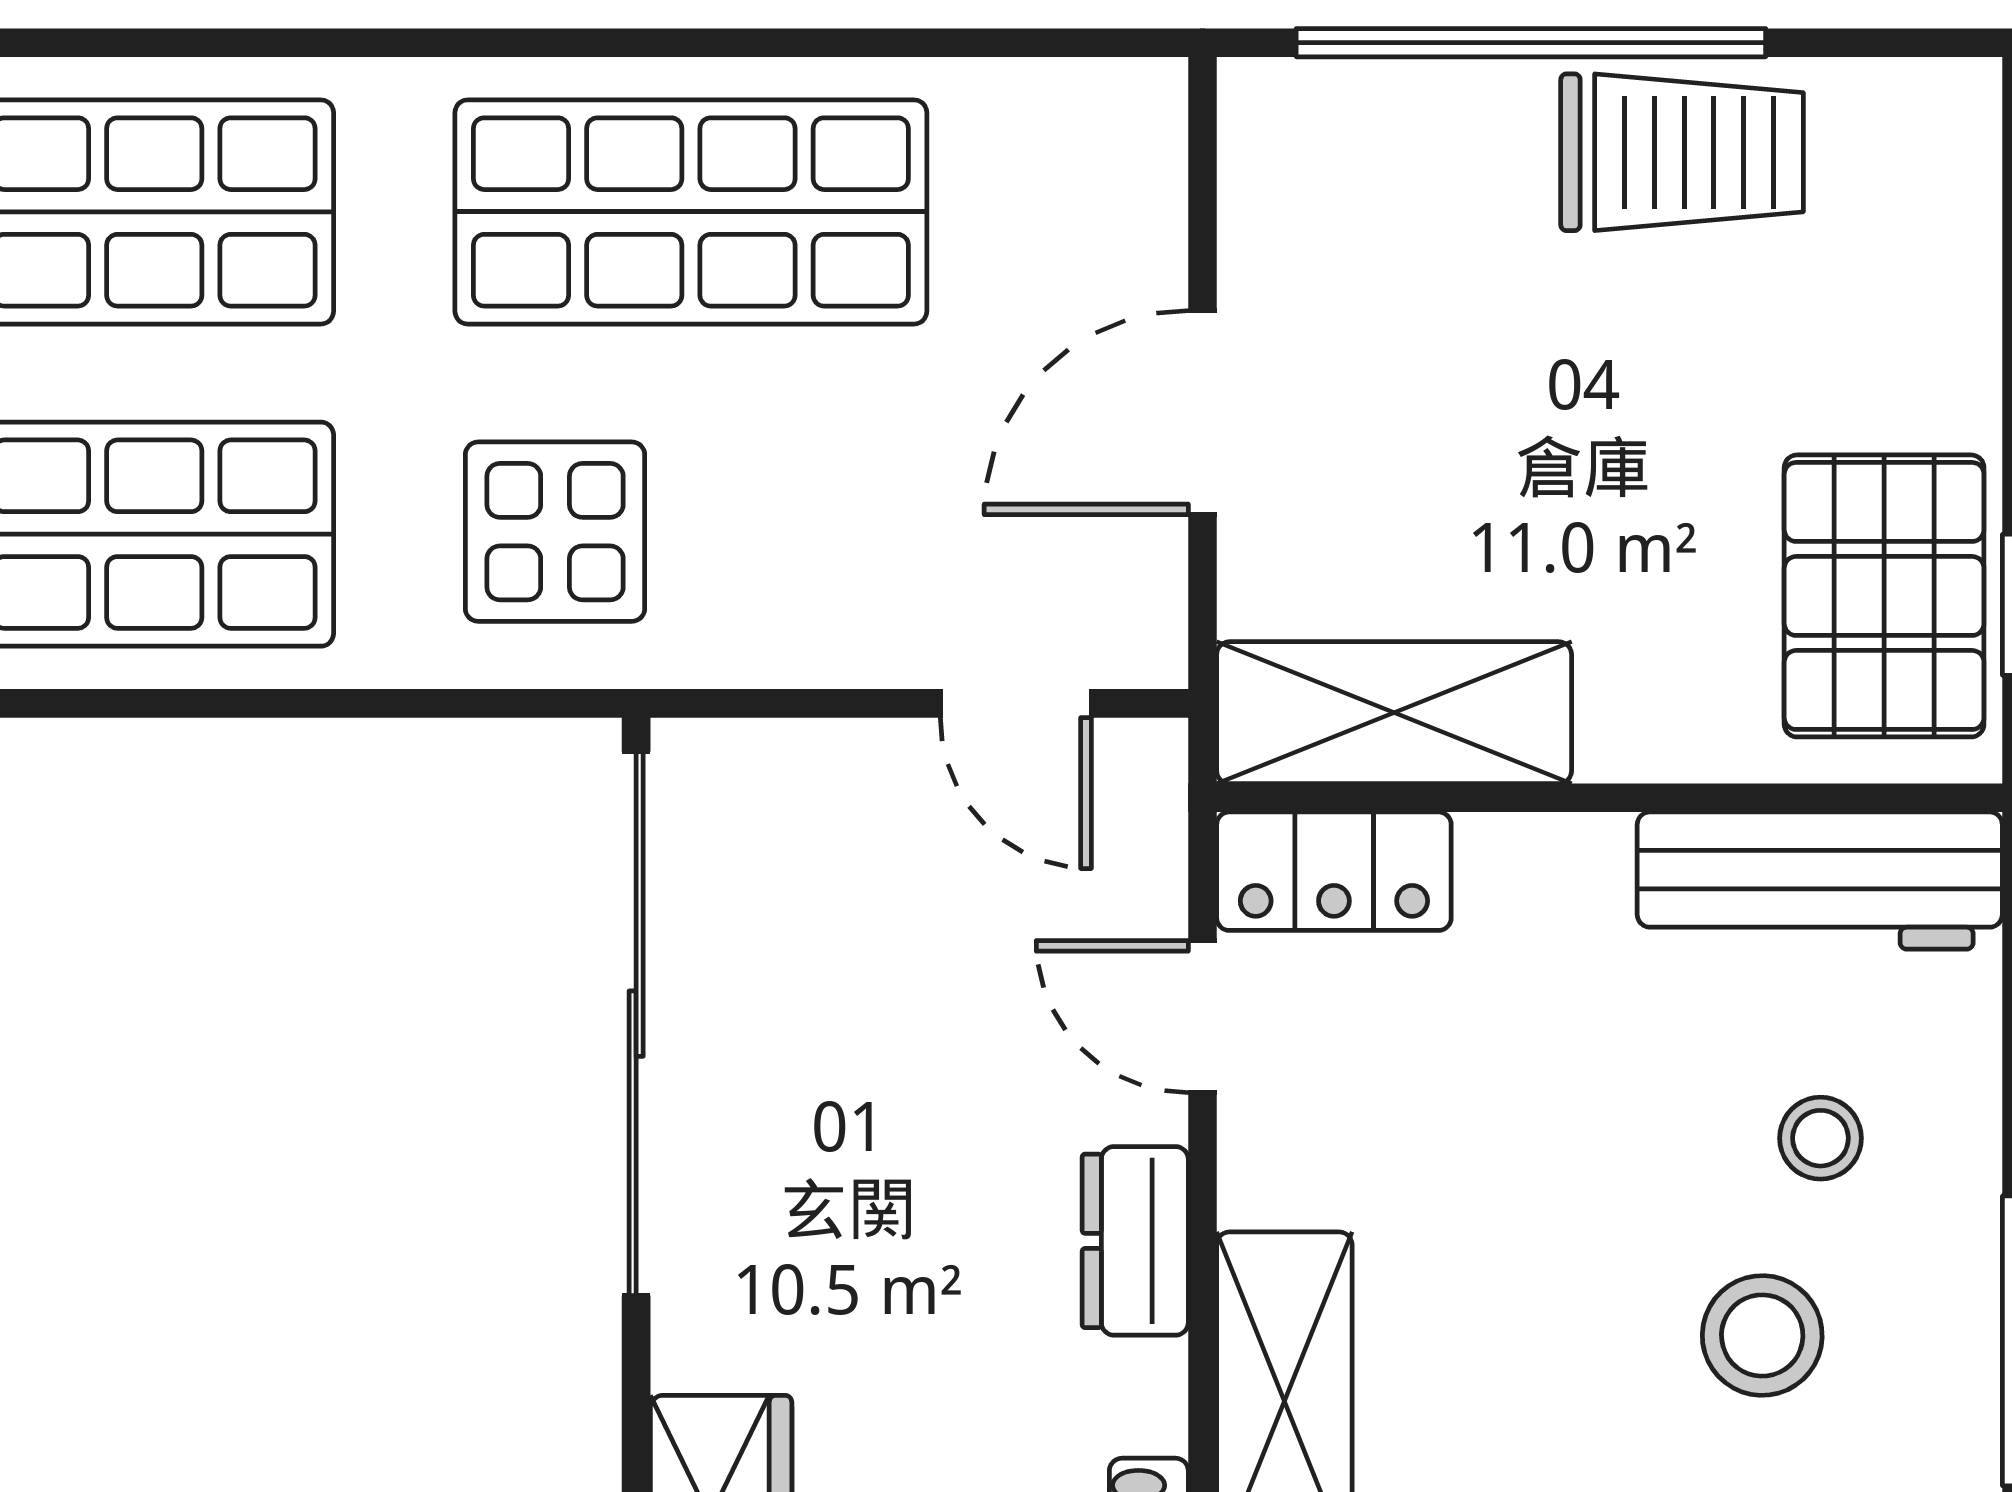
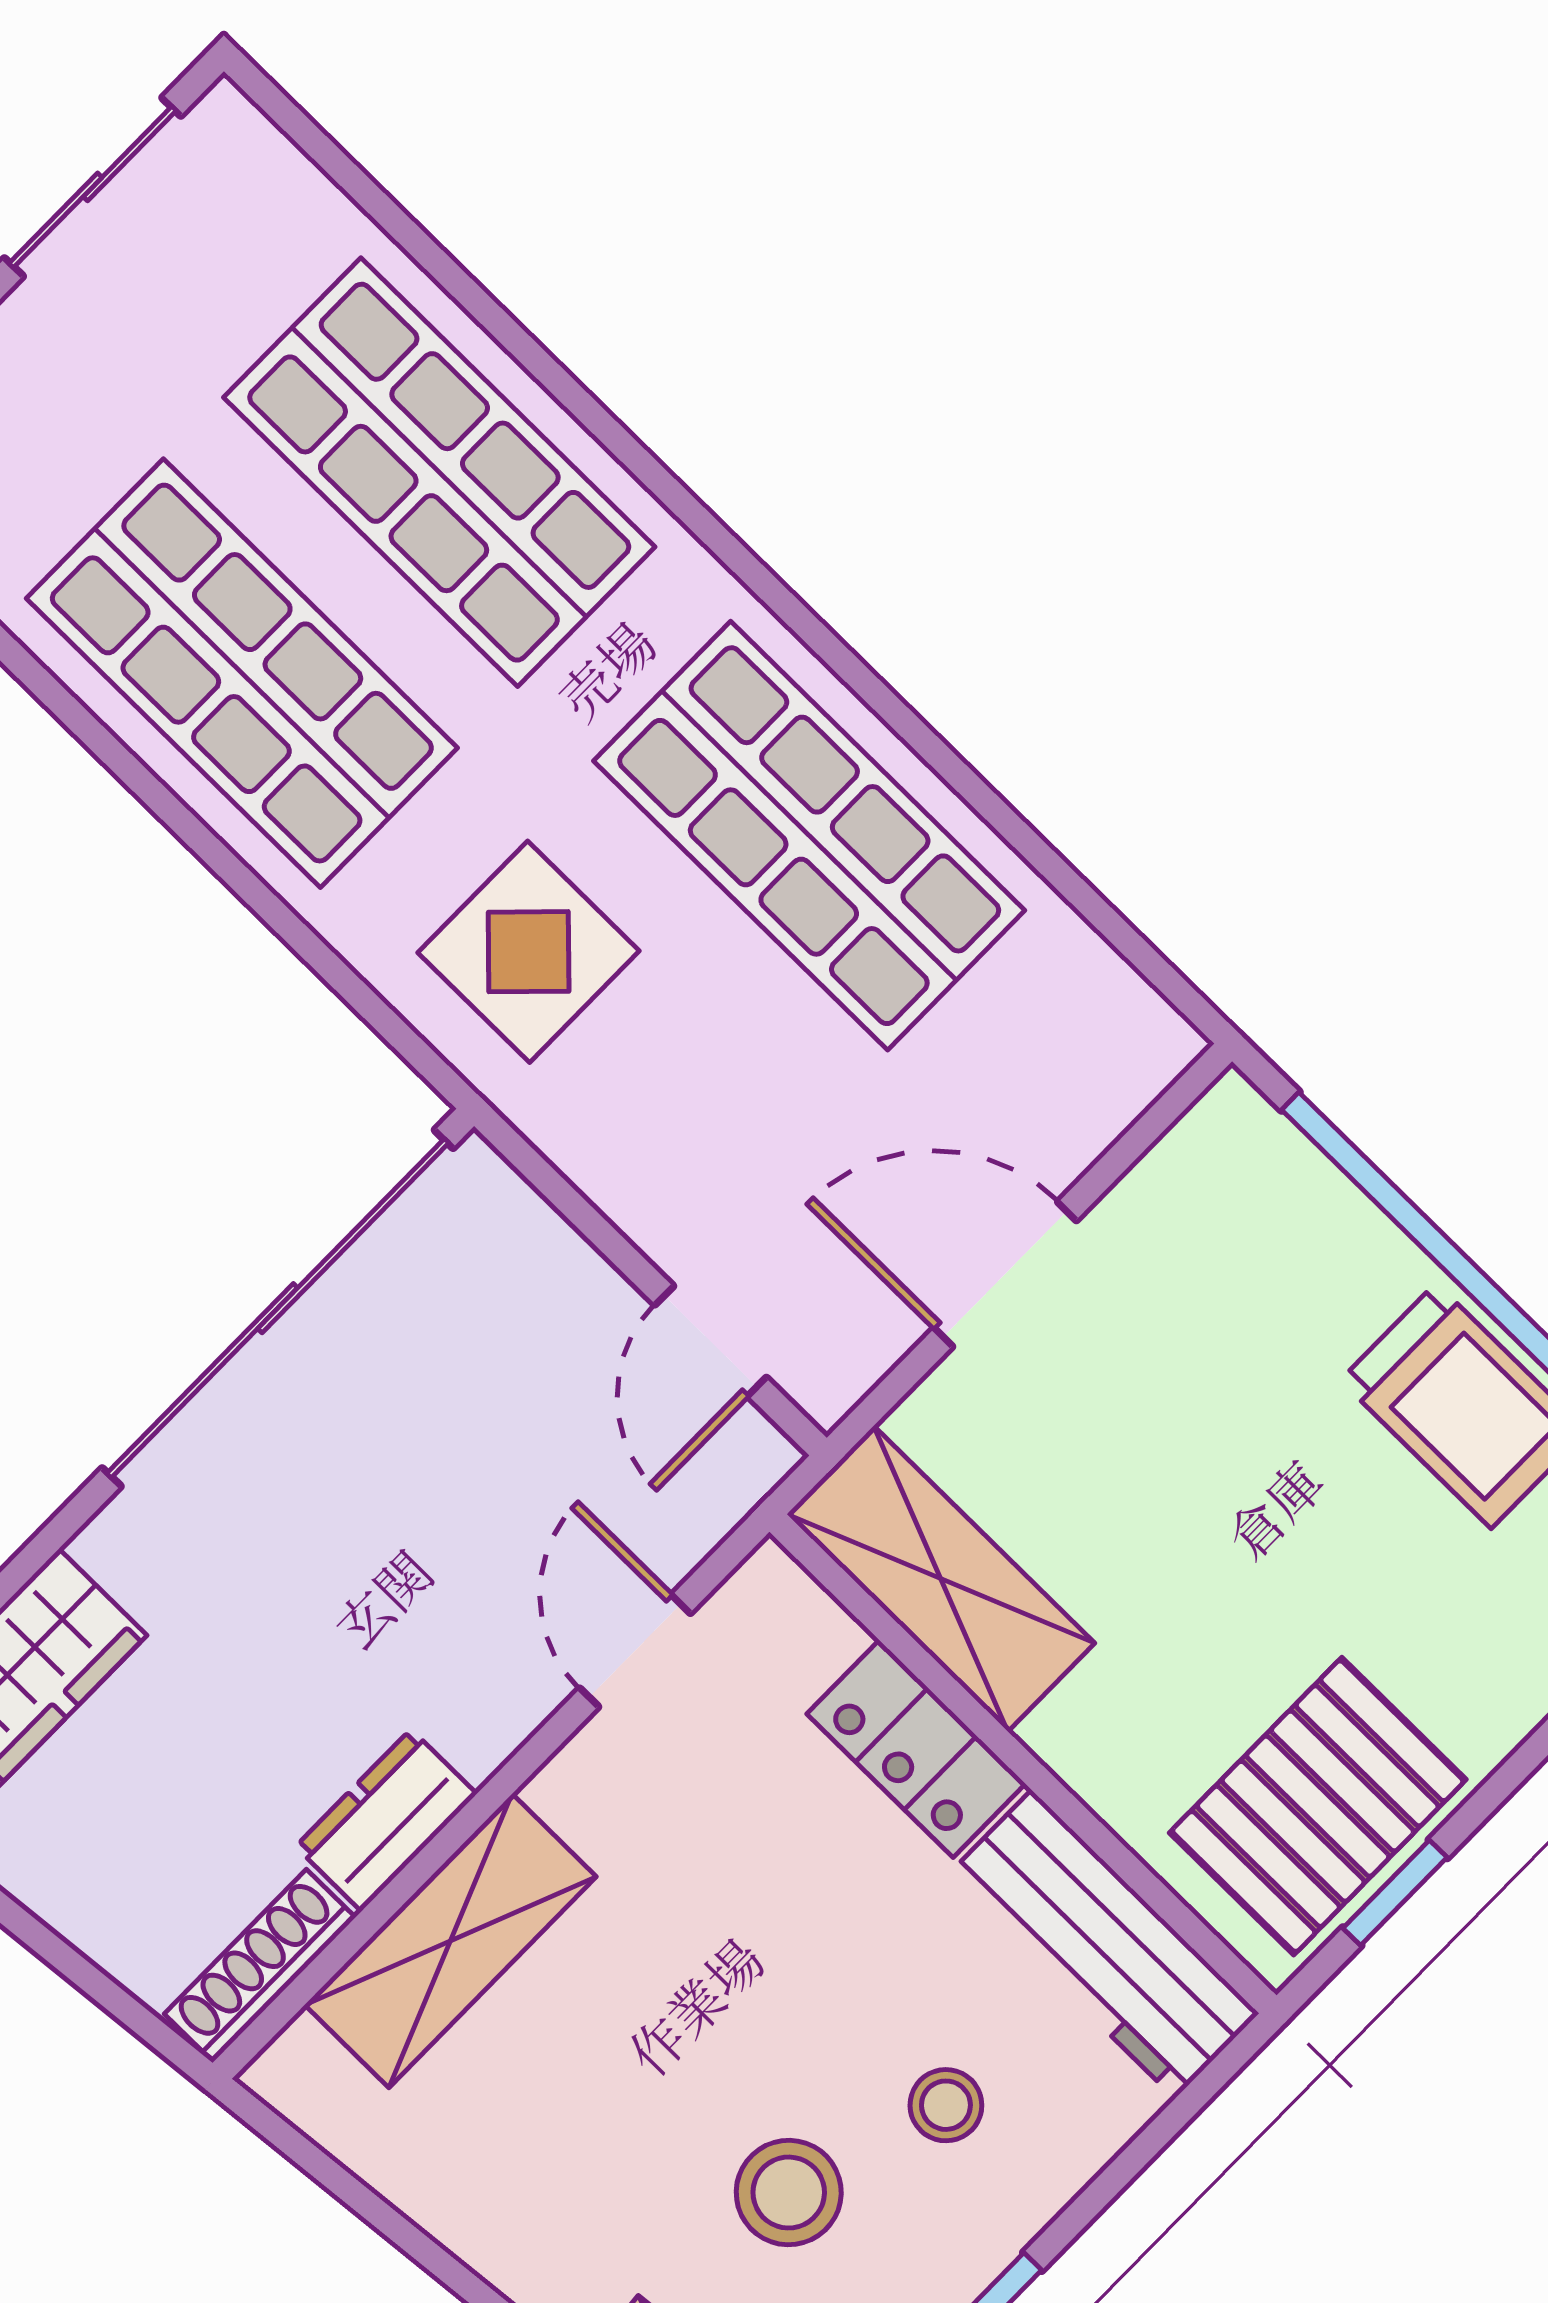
locker: (1334, 871) -> (916, 1749), moved
dresser: (1135, 1241) -> (386, 1820), moved

